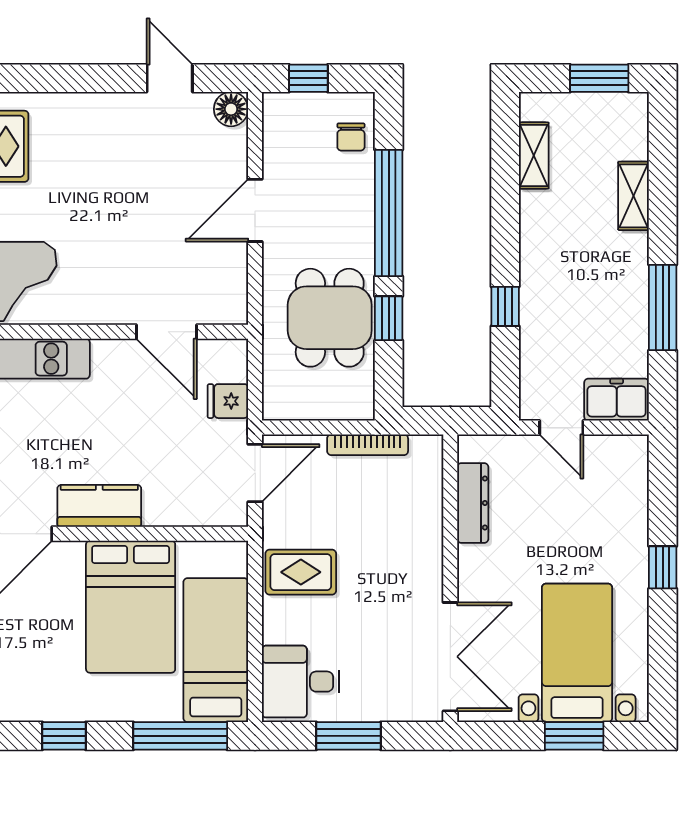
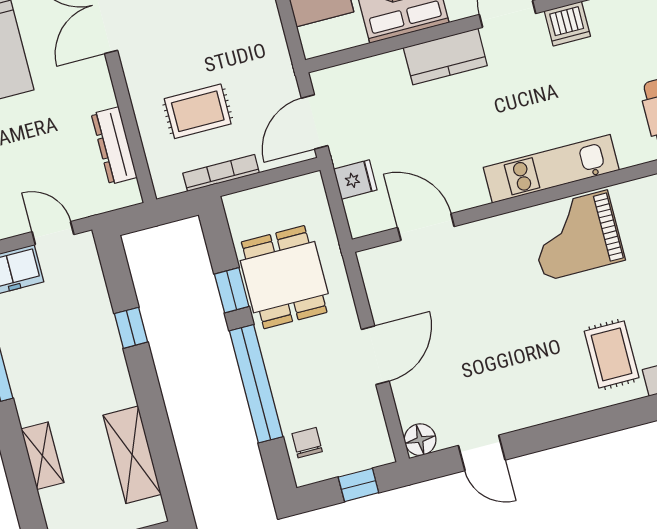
shelving: (534, 156) -> (132, 455), width x1.50, depth x1.33
rug: (301, 572) -> (198, 111), moved

